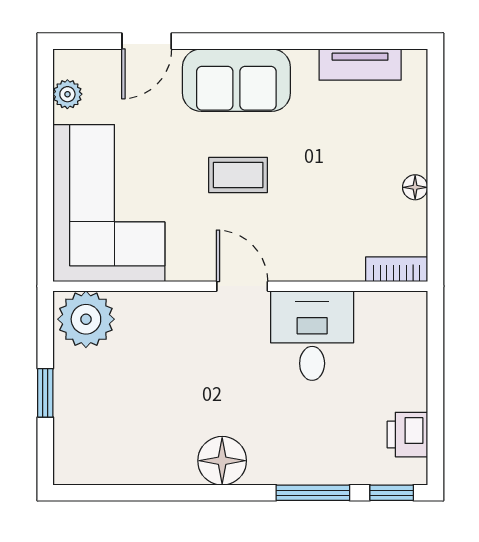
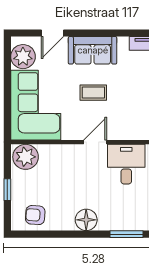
plant: (67, 94) -> (23, 57), width x1.87, depth x1.87
door: (242, 286) -> (95, 142), hinge flipped
armchair: (108, 450) -> (35, 215), added

